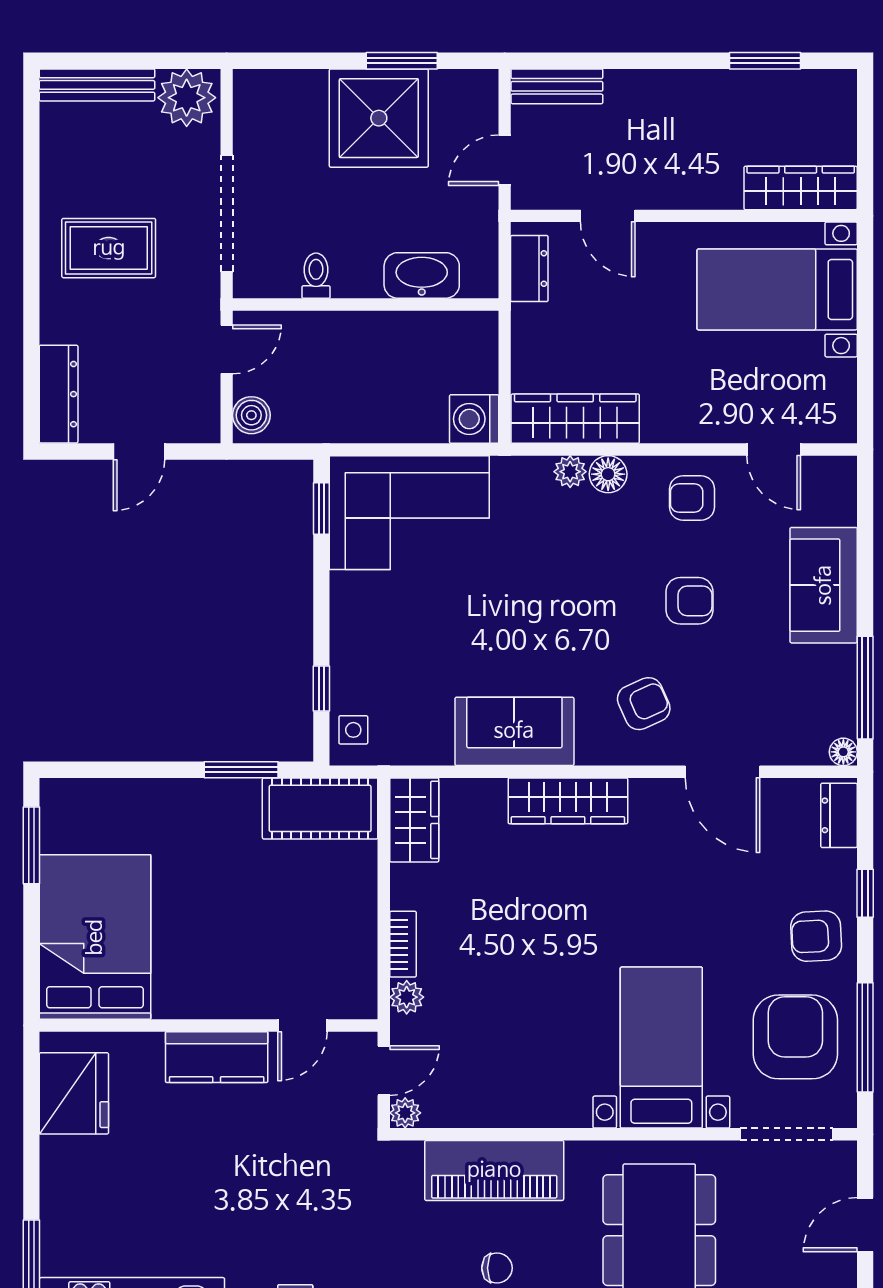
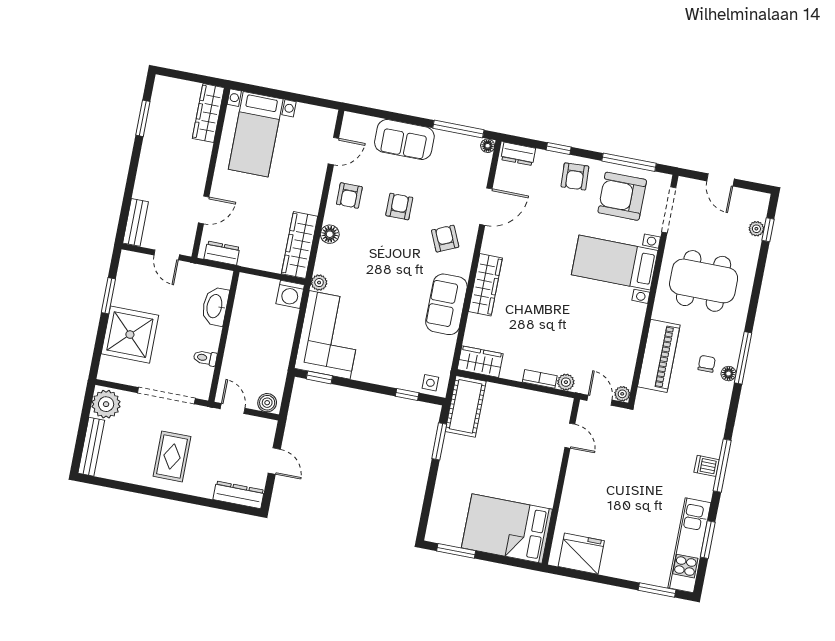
shower: (379, 118) -> (130, 335), moved
plant: (570, 472) -> (319, 283), moved
kitchen counter: (217, 1057) -> (577, 481), removed

